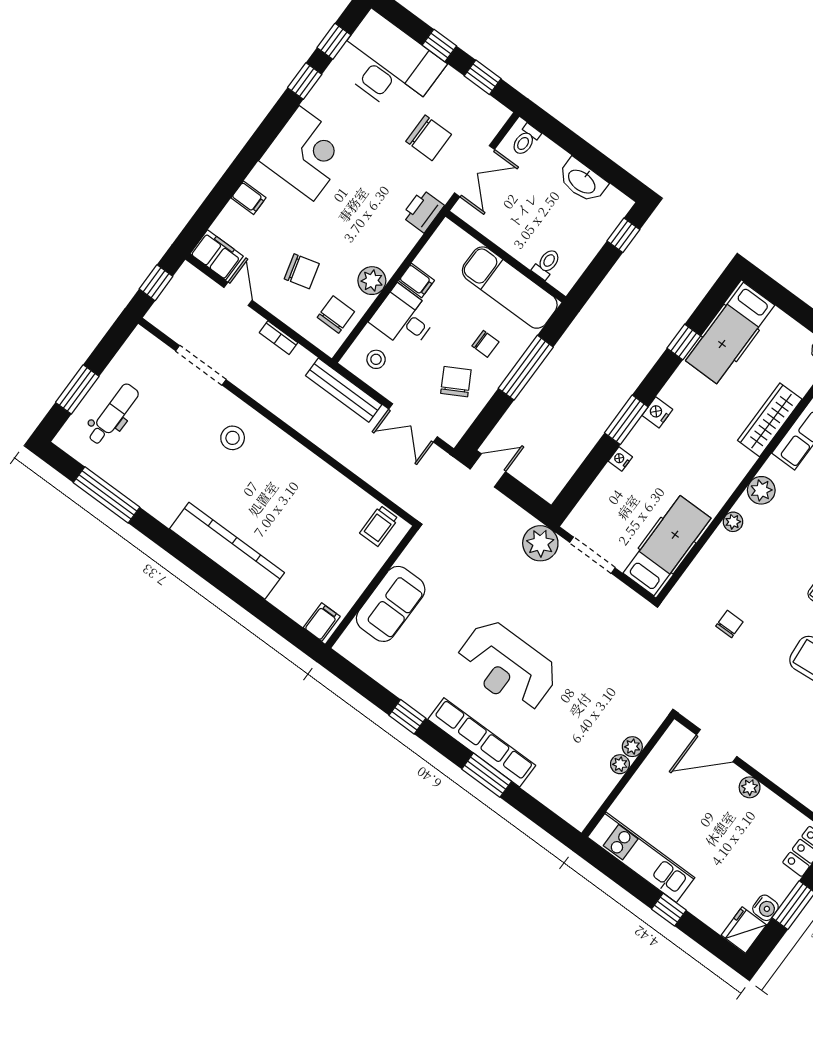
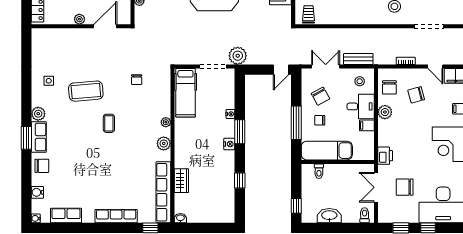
hospital bed: (730, 333) -> (224, 198), removed
bench: (344, 390) -> (358, 59), width x0.73
wardrobe: (770, 420) -> (181, 181), width x0.67

